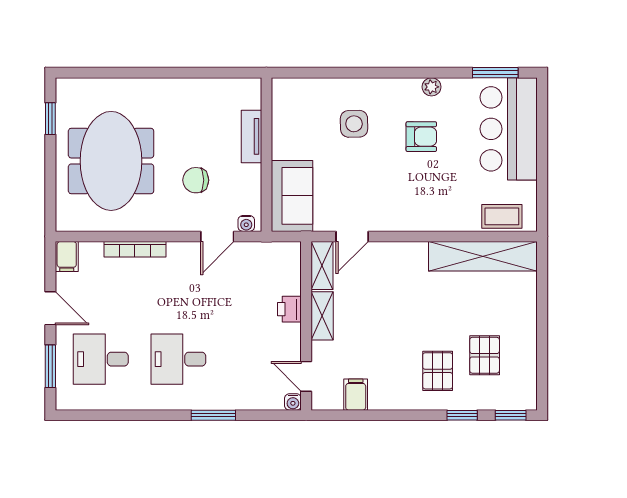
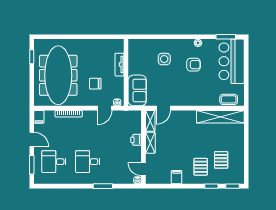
meeting table: (111, 161) -> (58, 75), width x1.36
filing cabinet: (356, 395) -> (177, 177), moved

